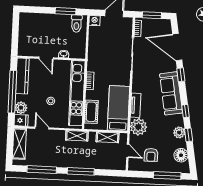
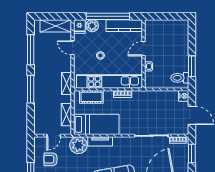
door: (42, 128) -> (73, 48), swing flipped

